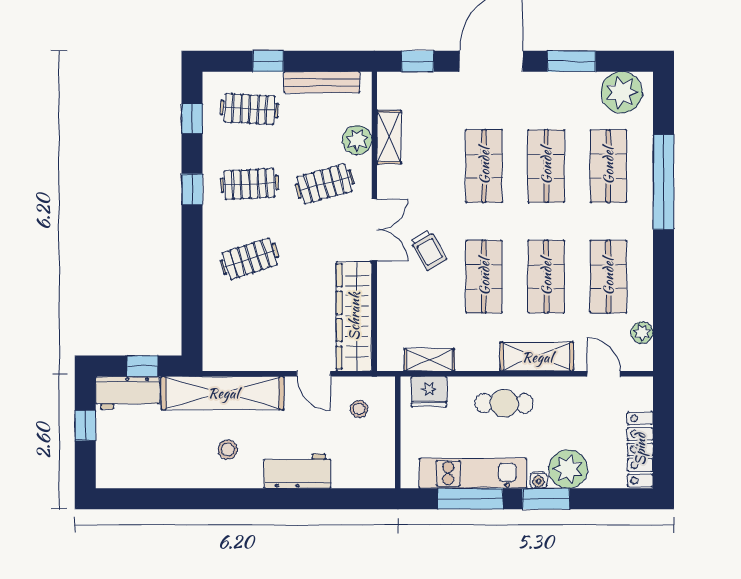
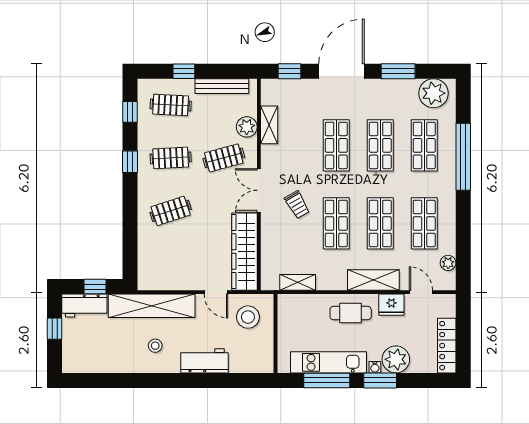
double door: (374, 230) -> (259, 190), swing flipped
fridge: (429, 392) -> (391, 305), moved
stool: (359, 409) -> (248, 317), width x1.89, depth x1.89

